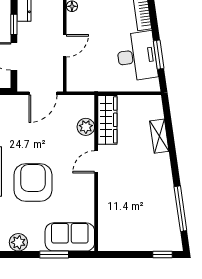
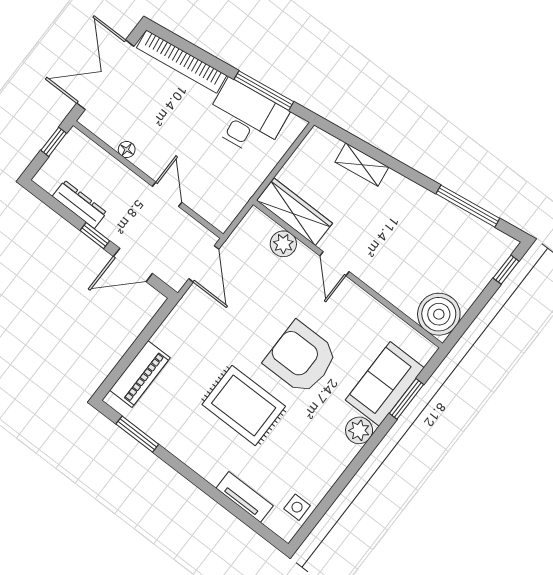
window: (159, 55) -> (264, 91), width x1.44
sofa: (70, 237) -> (385, 384), moved
boiler: (112, 237) -> (439, 314), added

